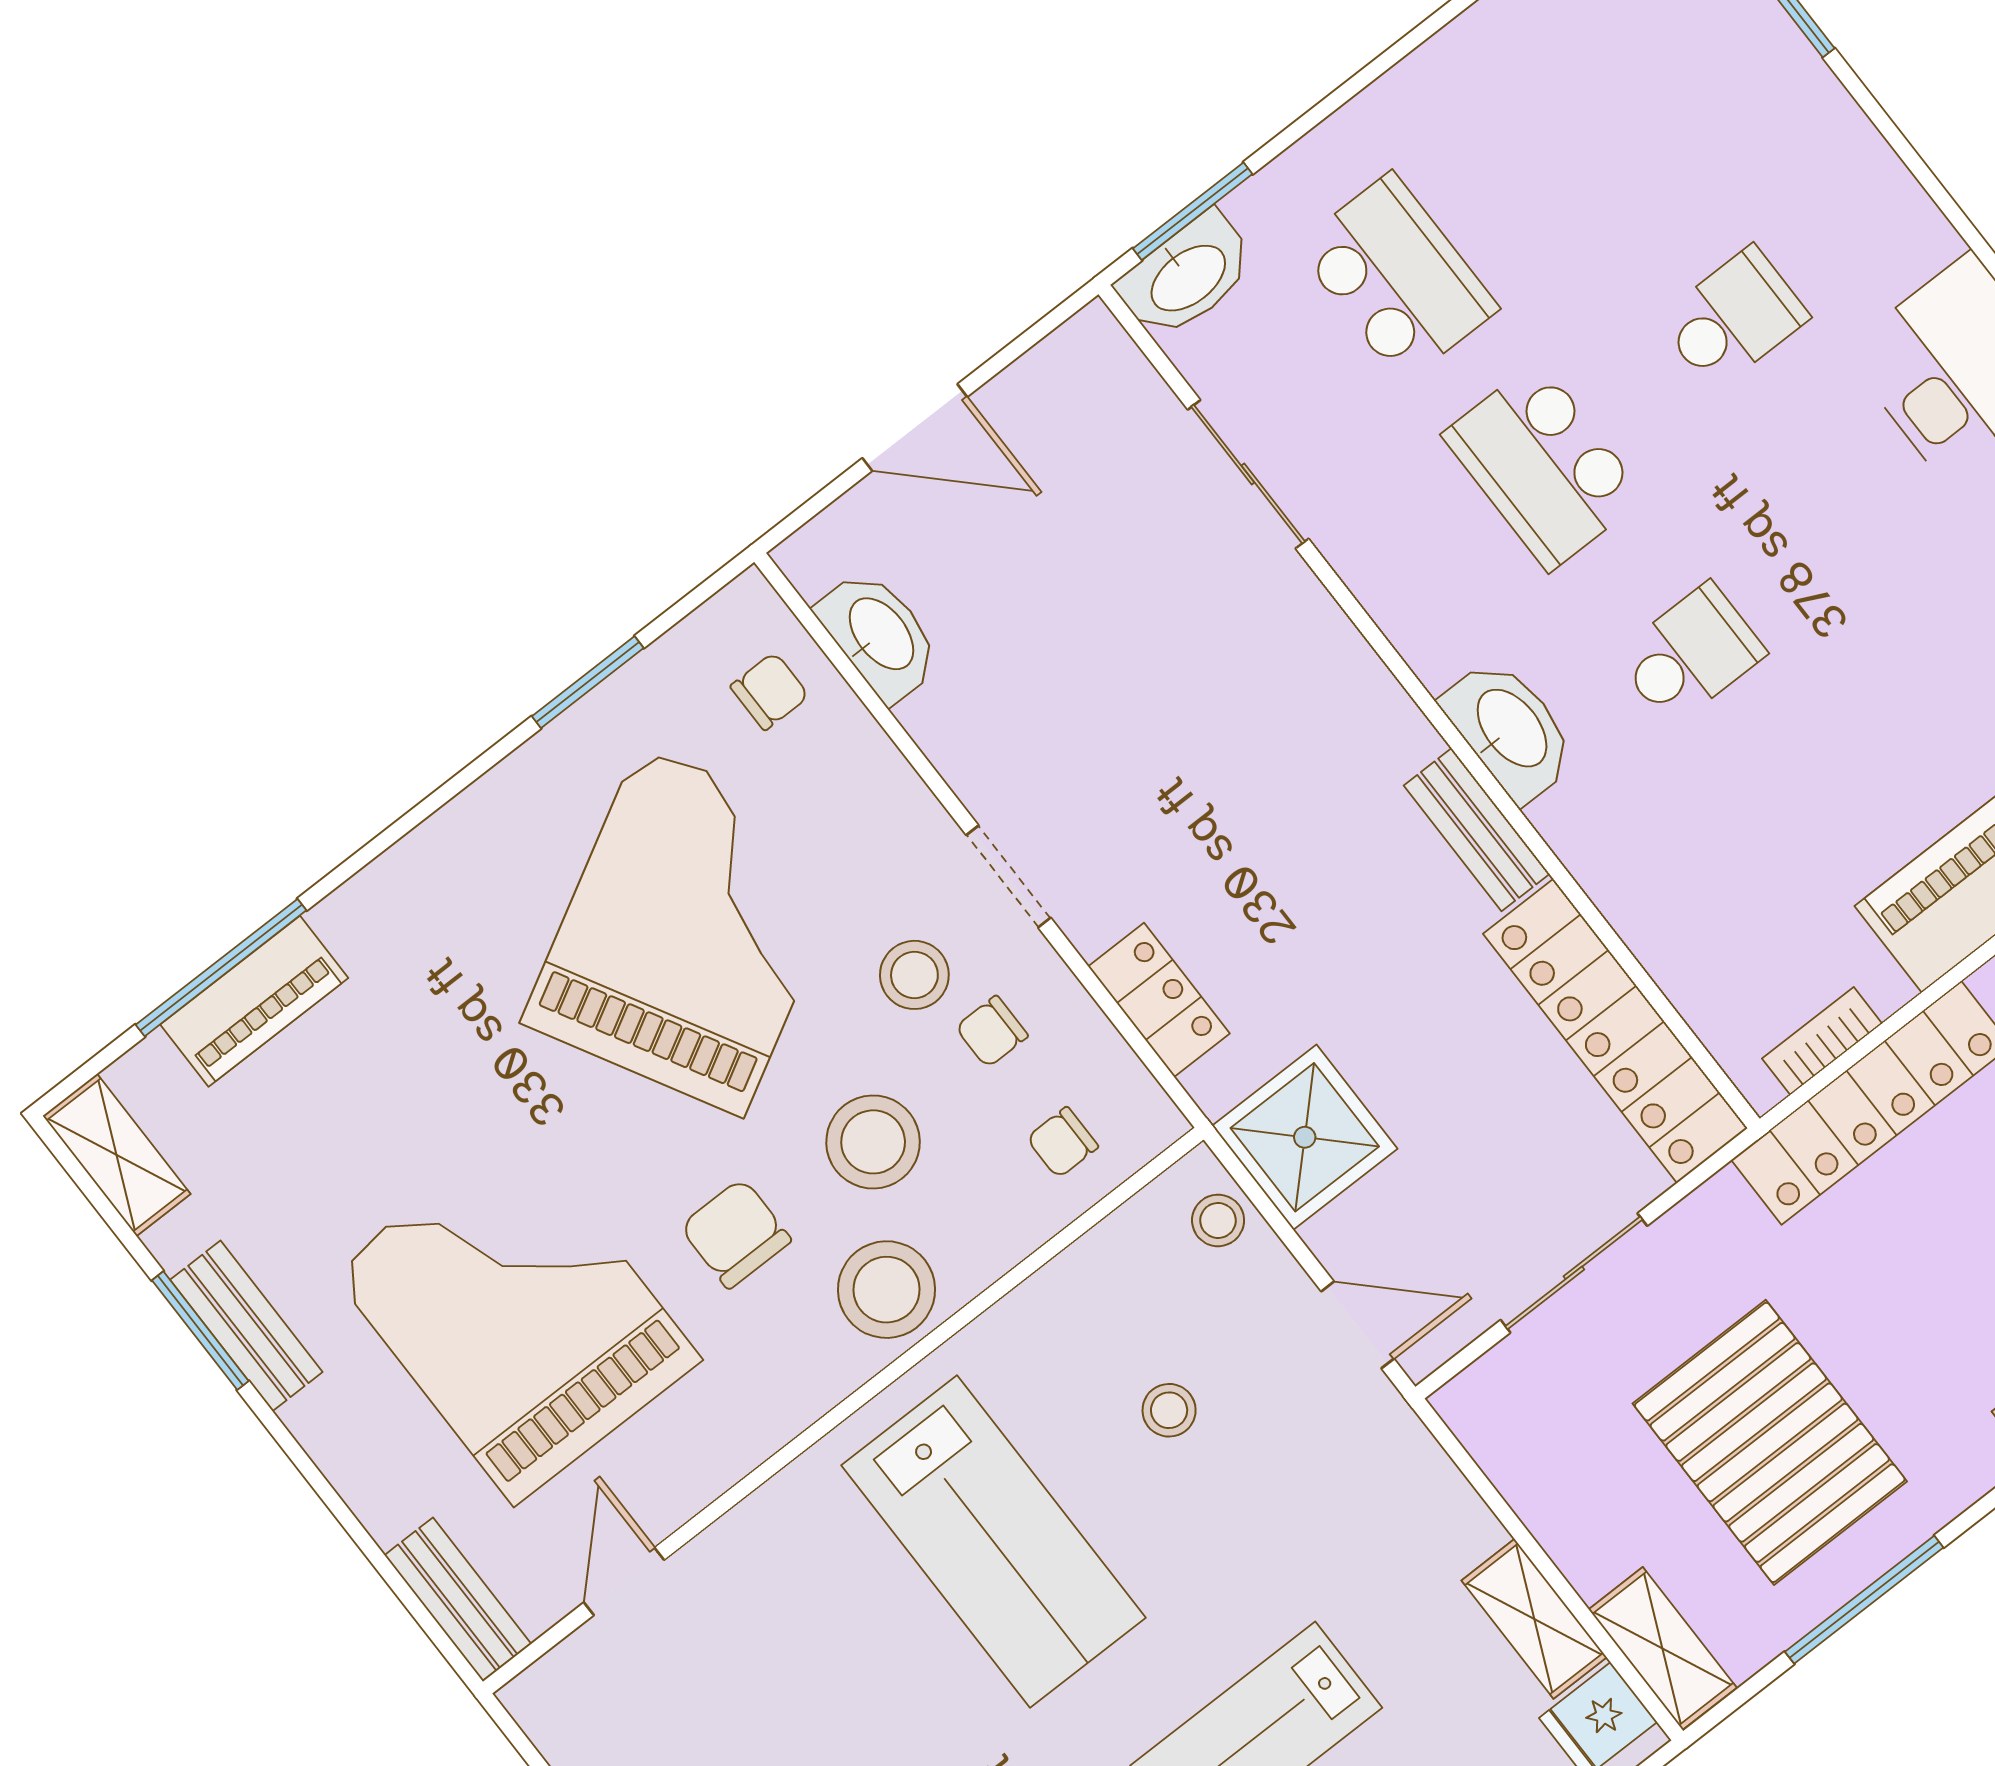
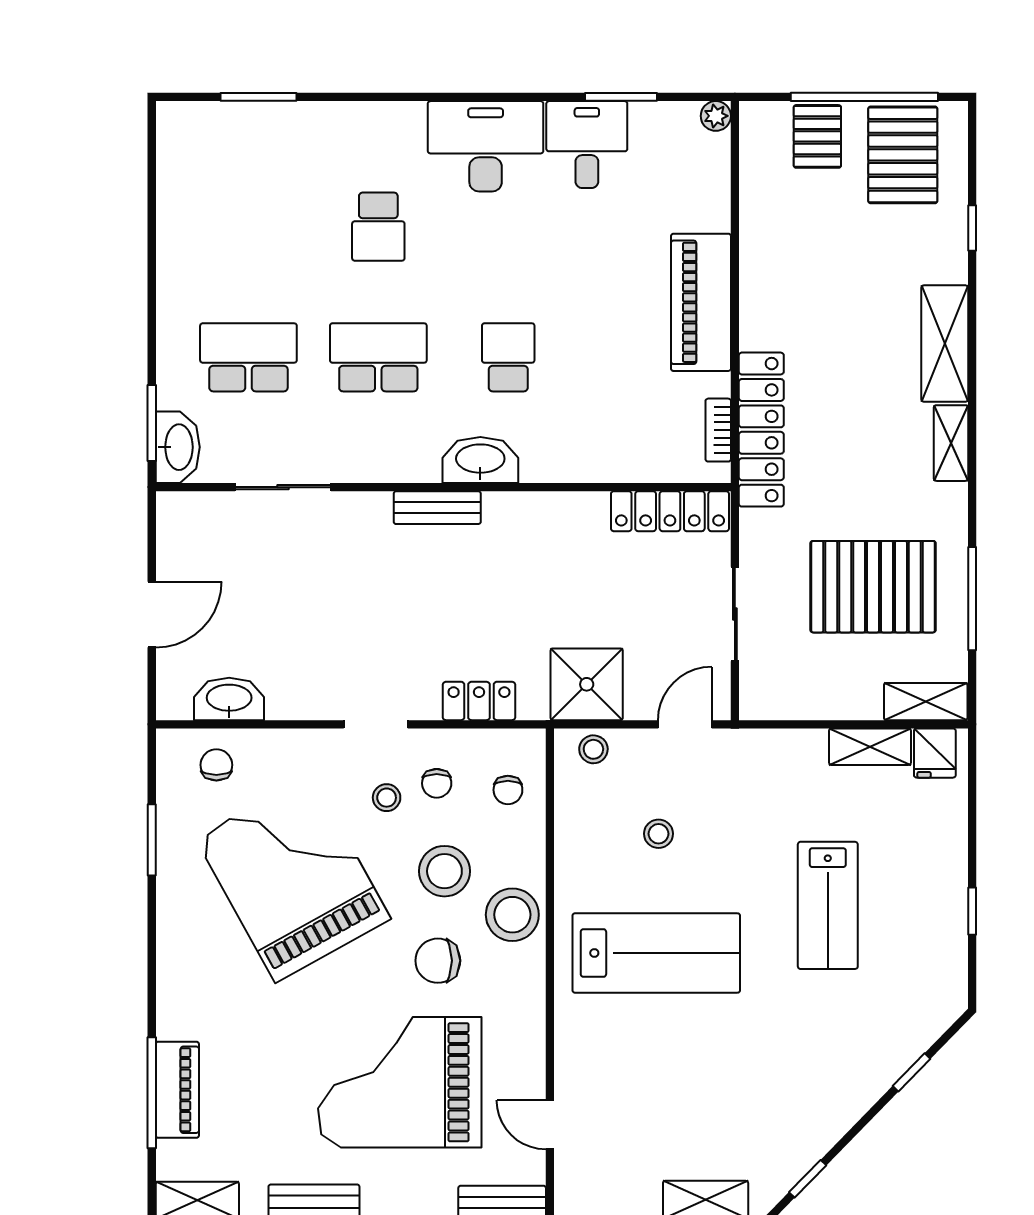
school desk: (1733, 318) -> (378, 227), turned 180
school desk: (1544, 466) -> (378, 357), turned 180
bench: (1477, 830) -> (437, 508), moved
stool: (914, 975) -> (387, 798), width x0.73, depth x0.73
locker: (1615, 1031) -> (670, 511), width x0.71, depth x0.83

